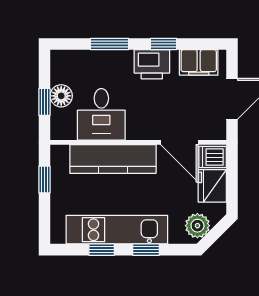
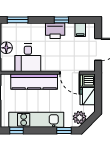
window: (110, 44) -> (18, 20), moved
filing cabinet: (199, 62) -> (80, 30), width x0.50
window: (102, 250) -> (17, 130), moved
window: (146, 250) -> (64, 130), moved

